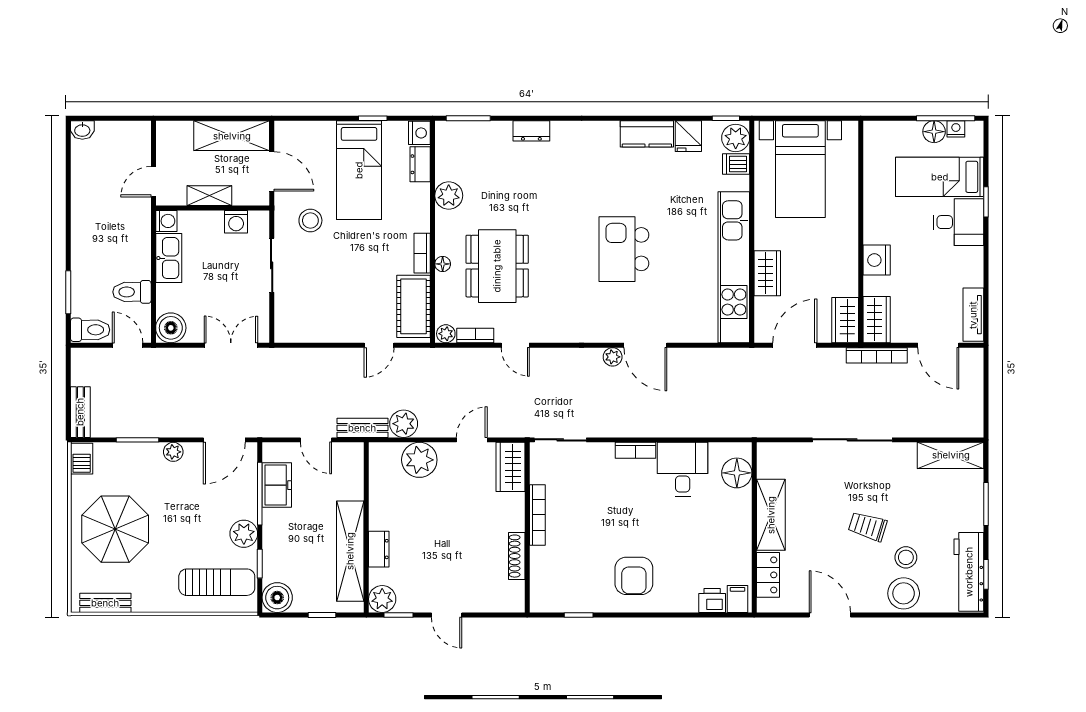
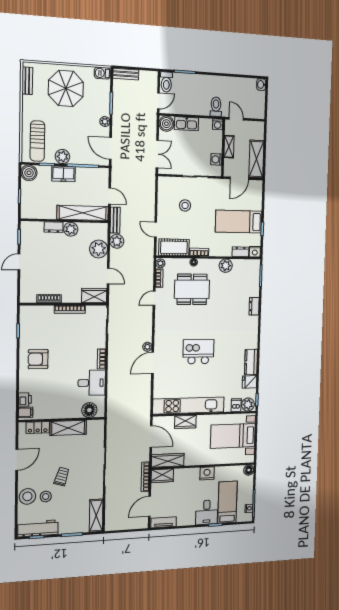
floor lamp: (934, 132) -> (249, 470), moved
stool: (310, 220) -> (185, 205), moved
kitchen sink: (169, 258) -> (186, 124), moved
nightstand: (877, 260) -> (207, 473), moved
toilet: (132, 292) -> (216, 107), moved
wardrobe: (845, 320) -> (168, 460), width x1.50
door: (316, 440) -> (110, 196), swing flipped
freezer: (277, 485) -> (63, 174), moved
shelving: (350, 551) -> (83, 213), moved
plant: (382, 599) -> (71, 229), moved

